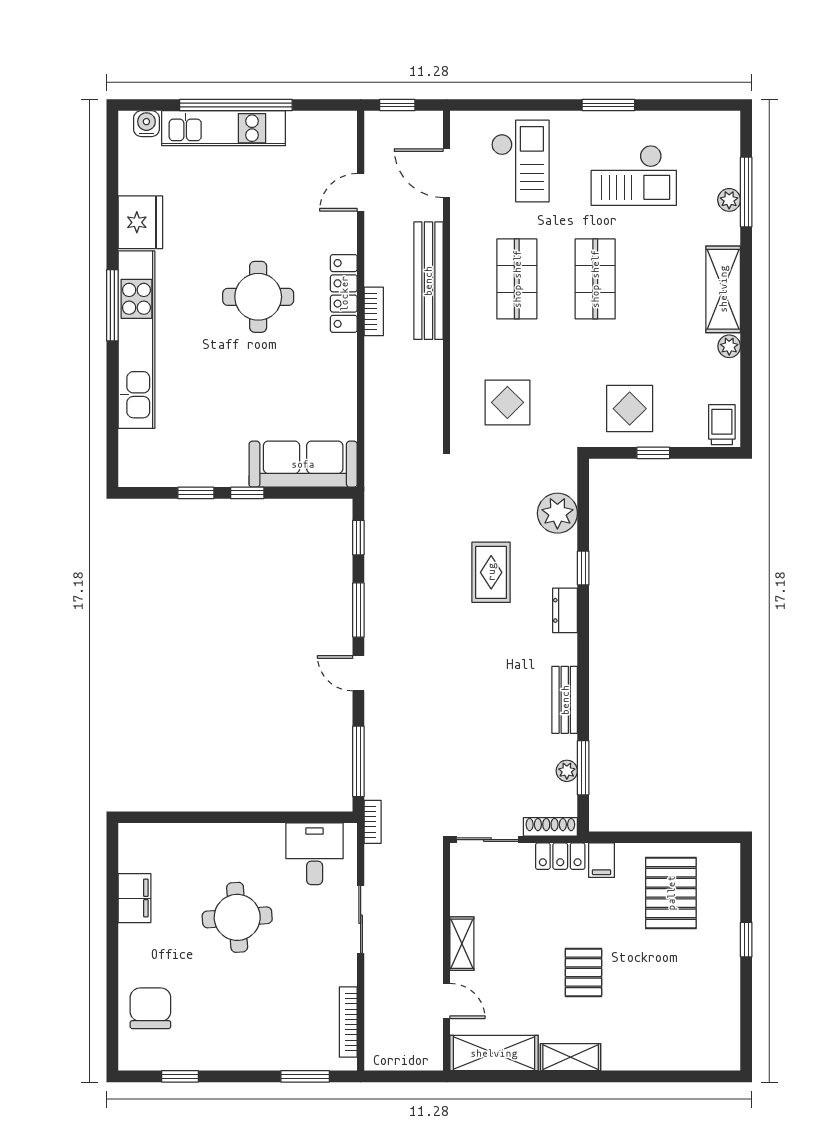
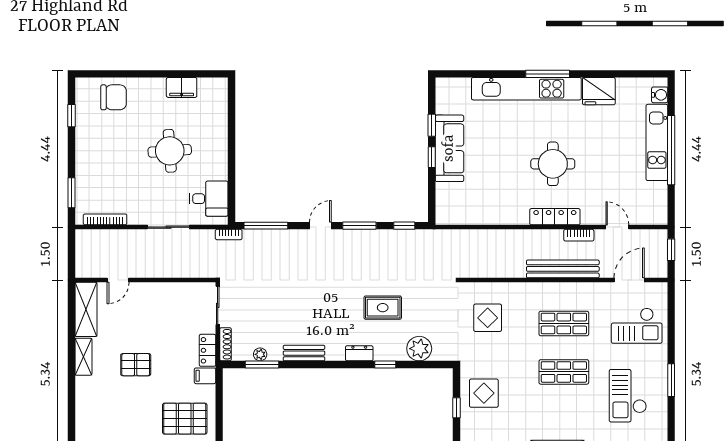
bookcase: (374, 311) -> (579, 235), moved
sofa: (303, 464) -> (449, 148), moved
shelving: (462, 944) -> (153, 290), removed

